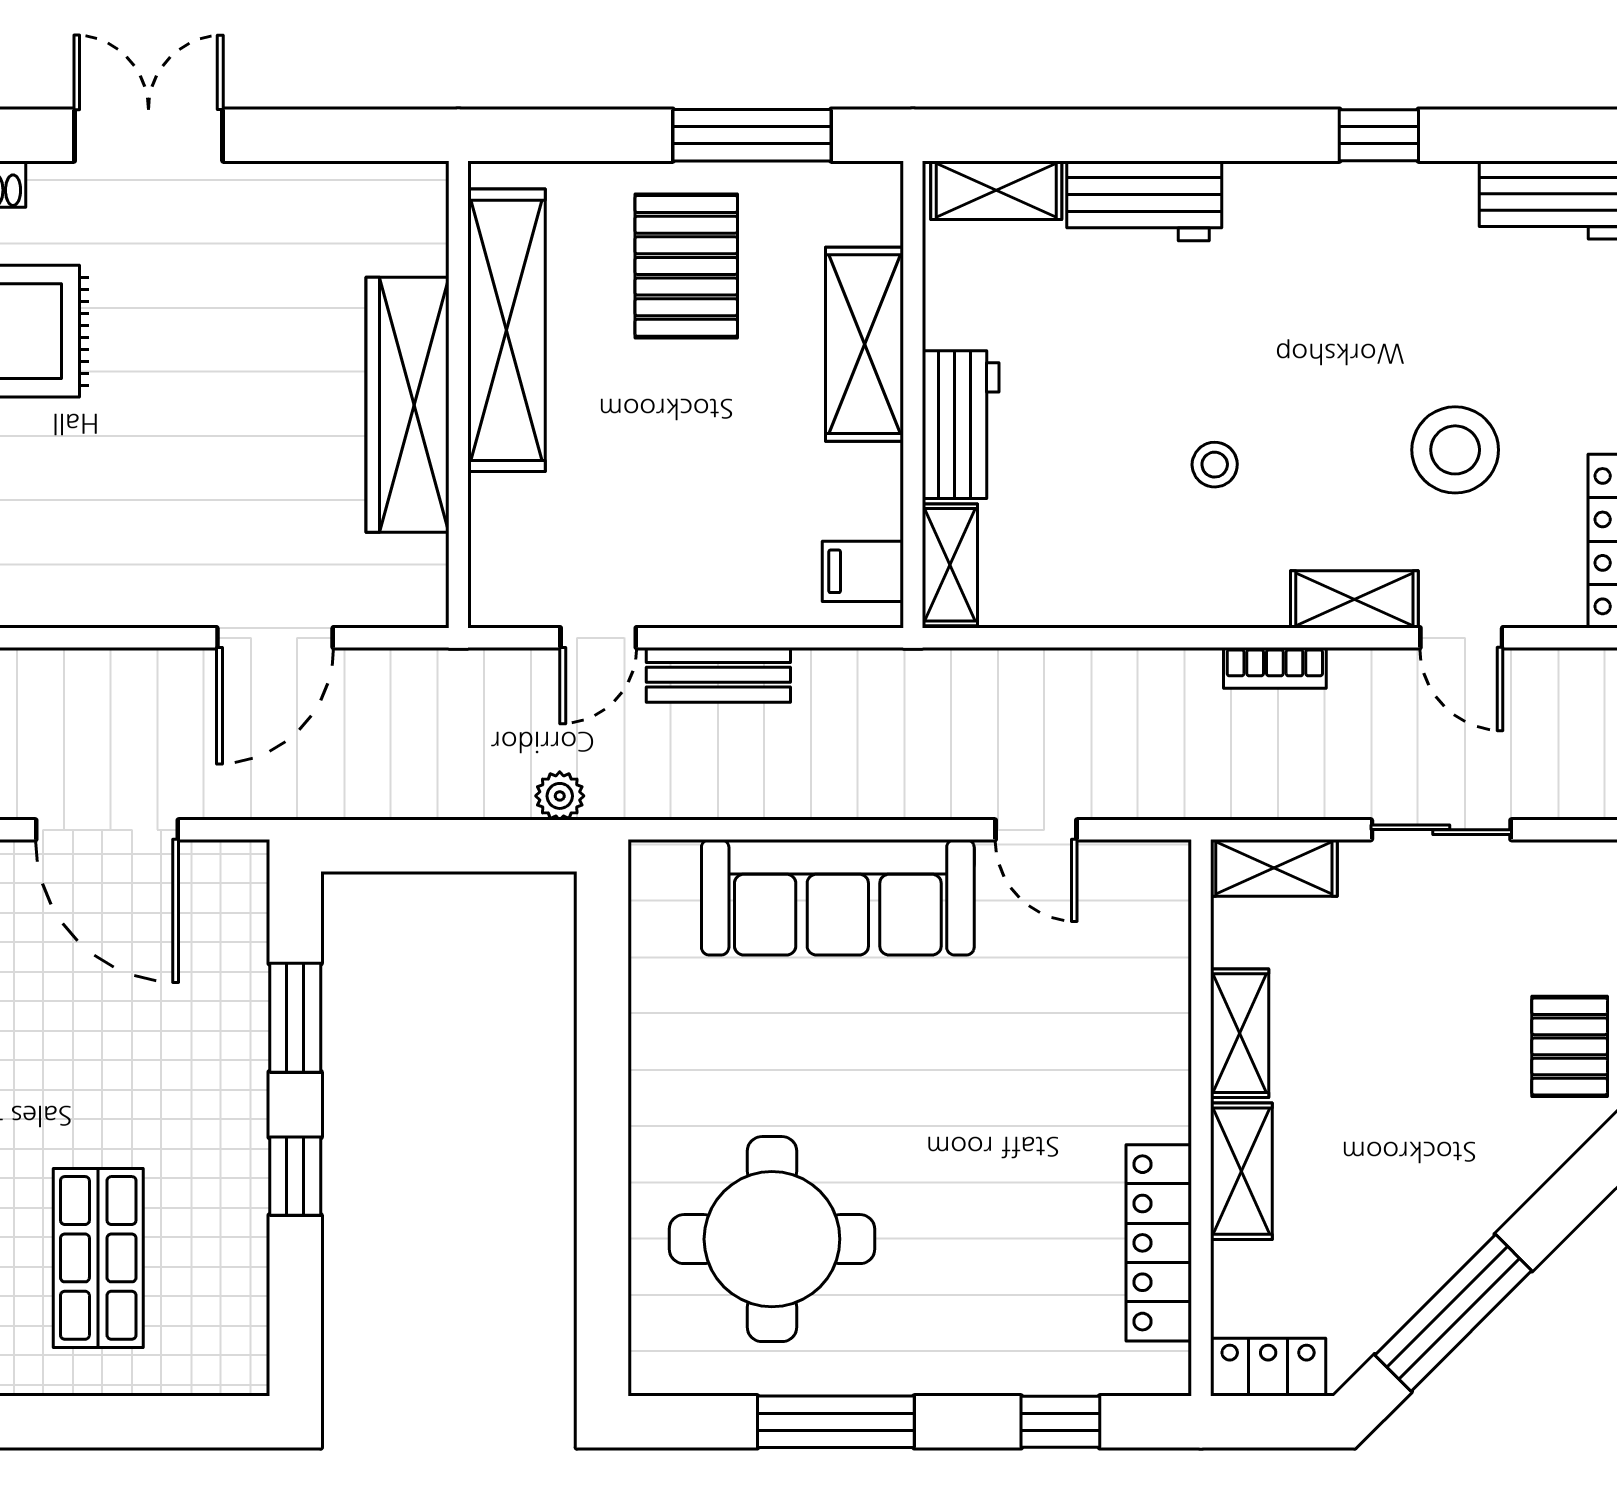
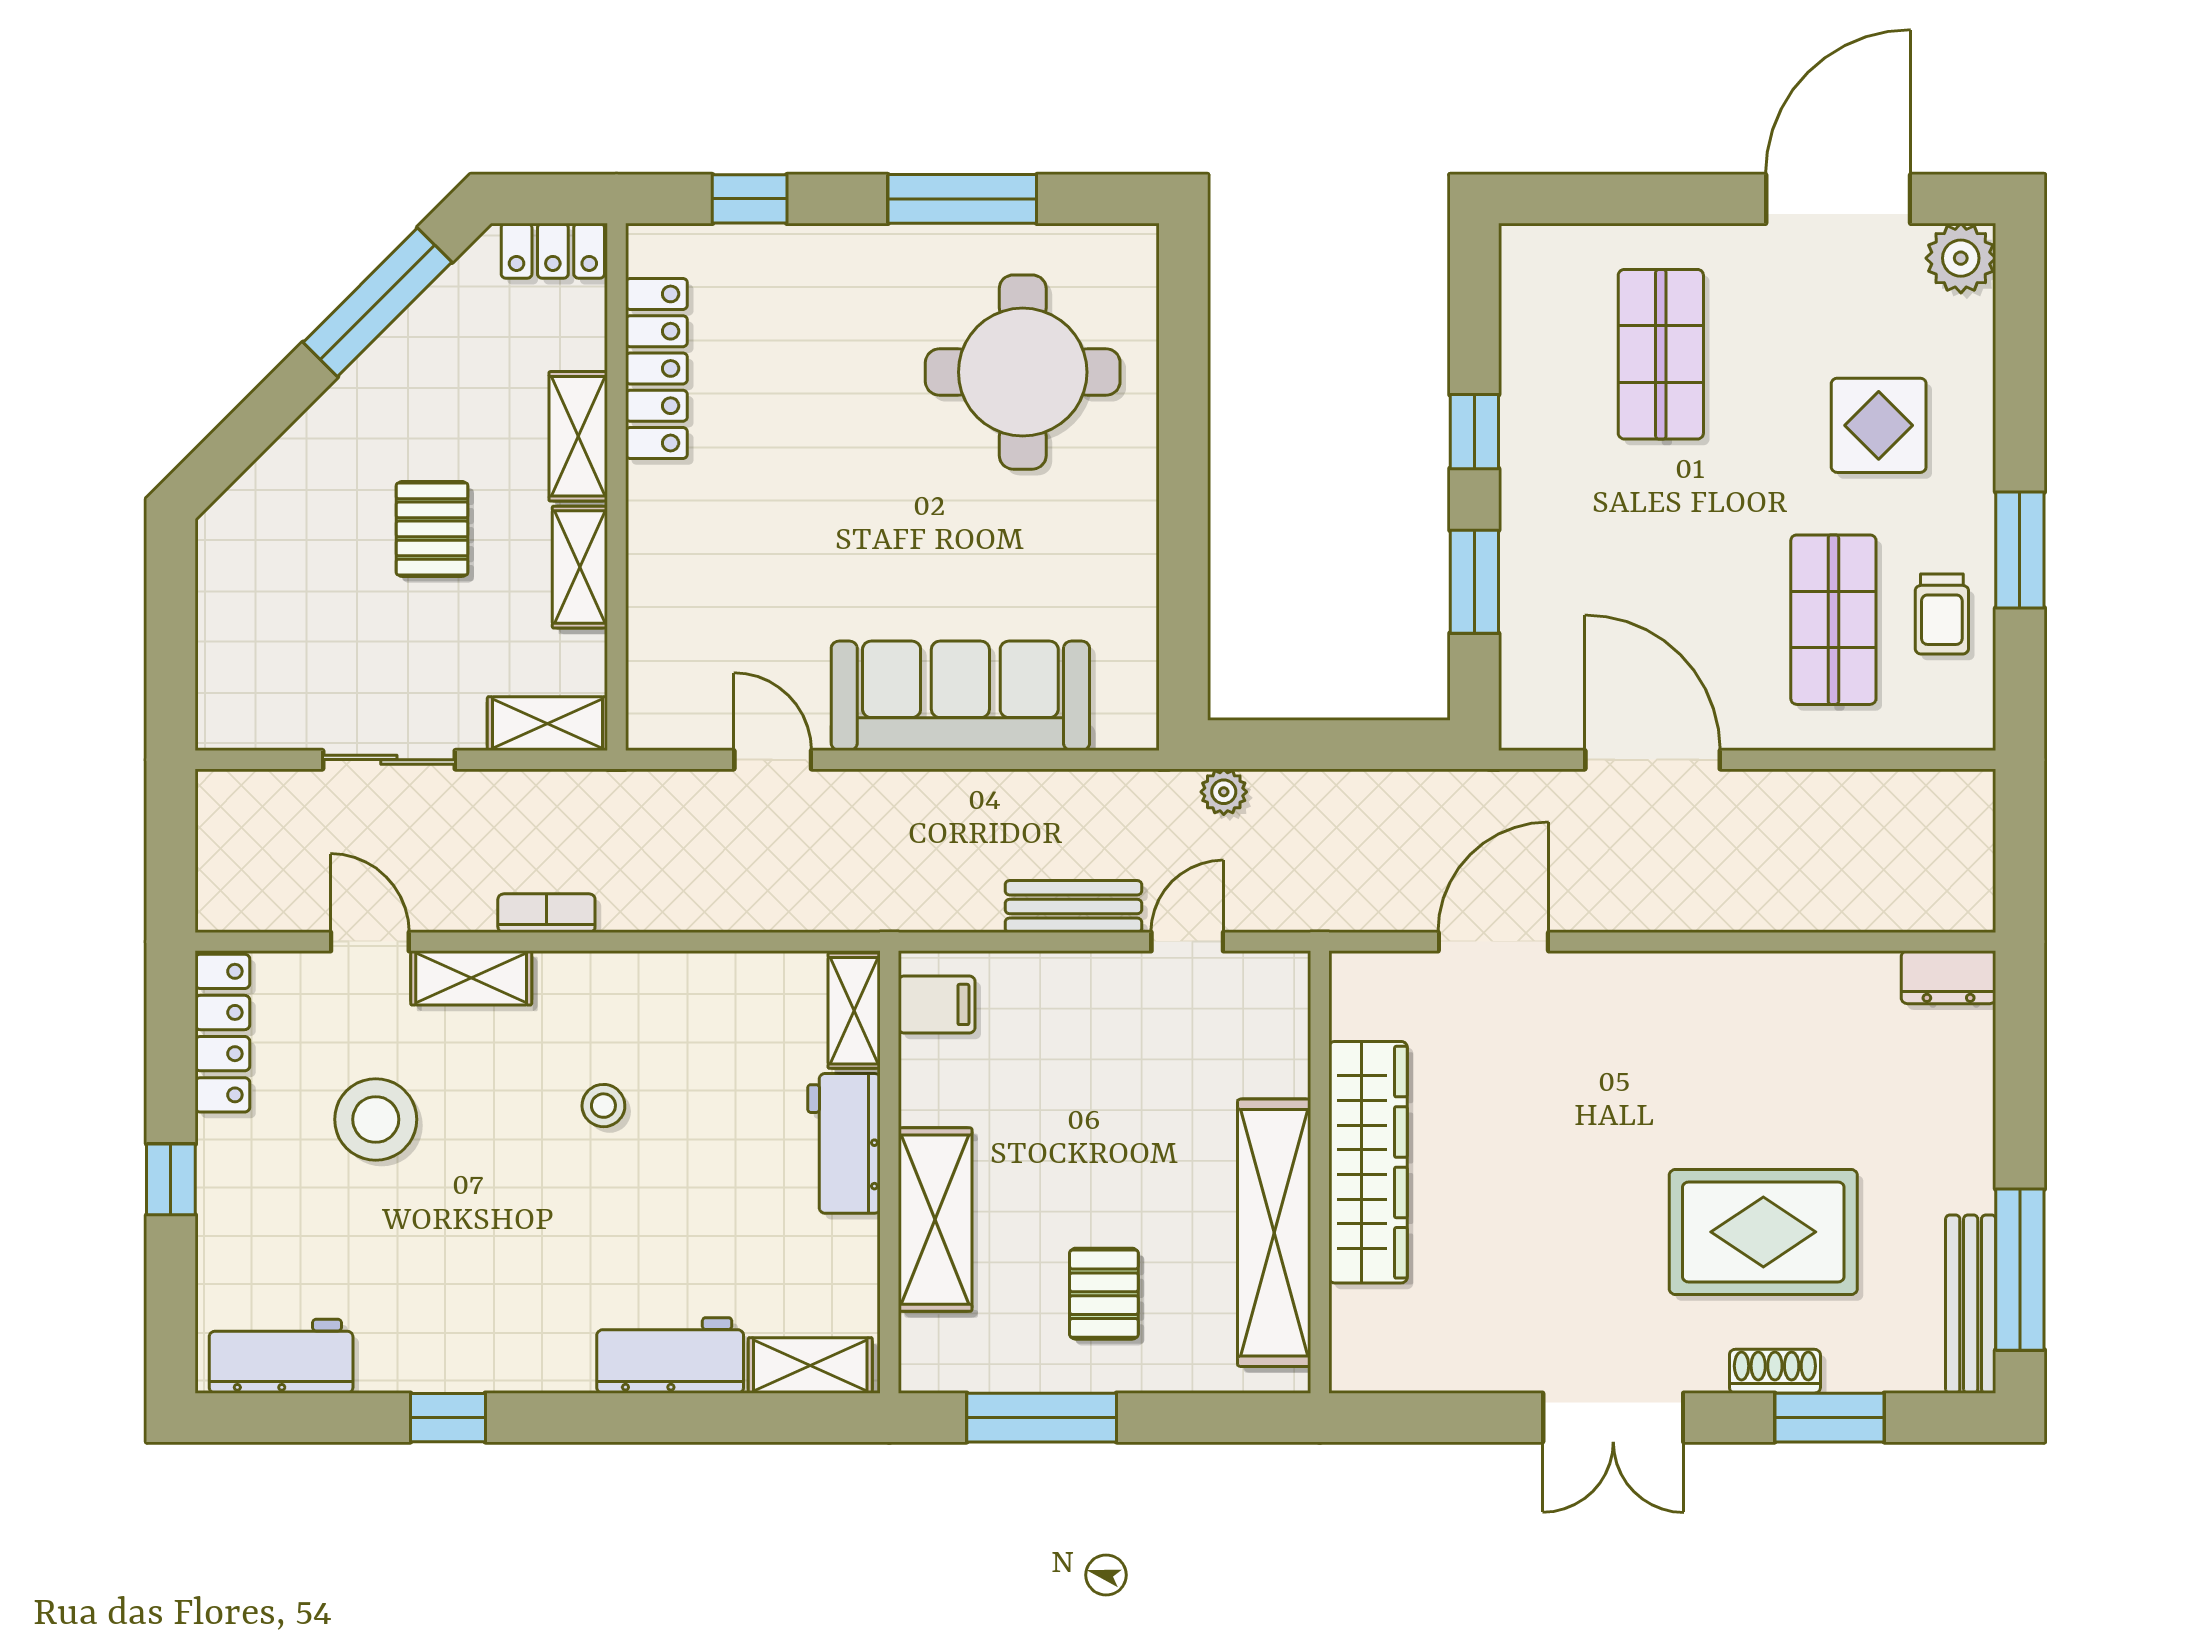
pallet: (686, 266) -> (1104, 1294), width x0.67, depth x0.71
pallet: (1570, 1046) -> (432, 529), moved

